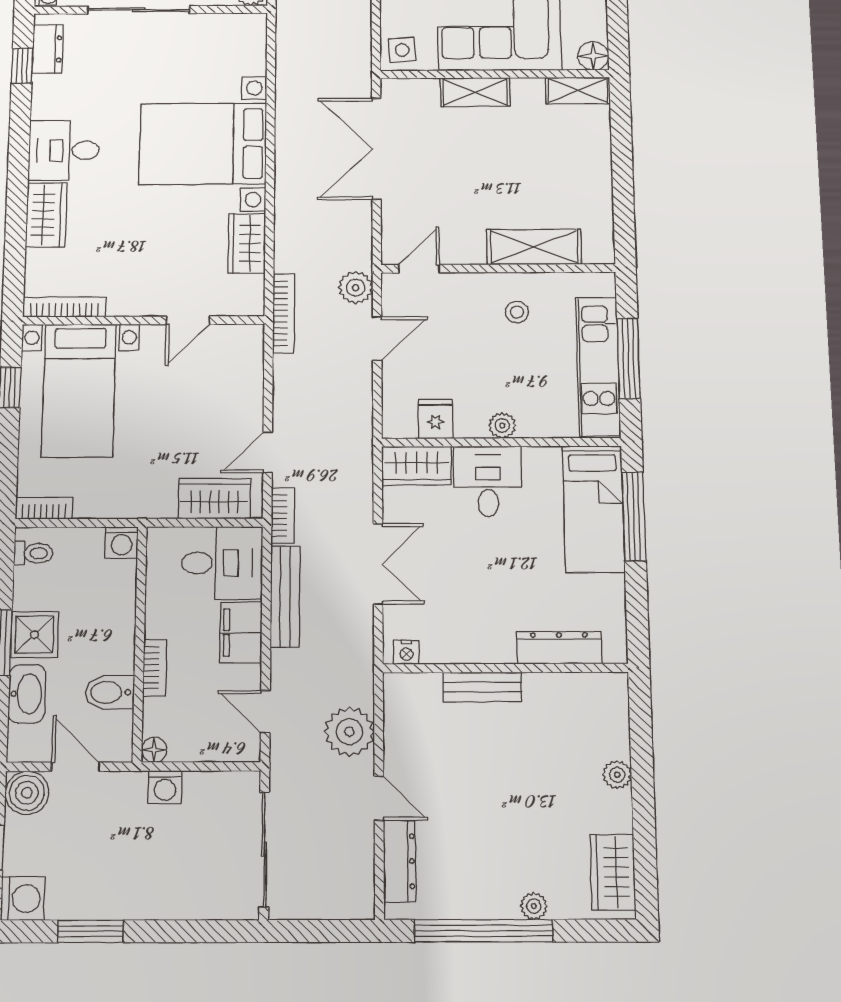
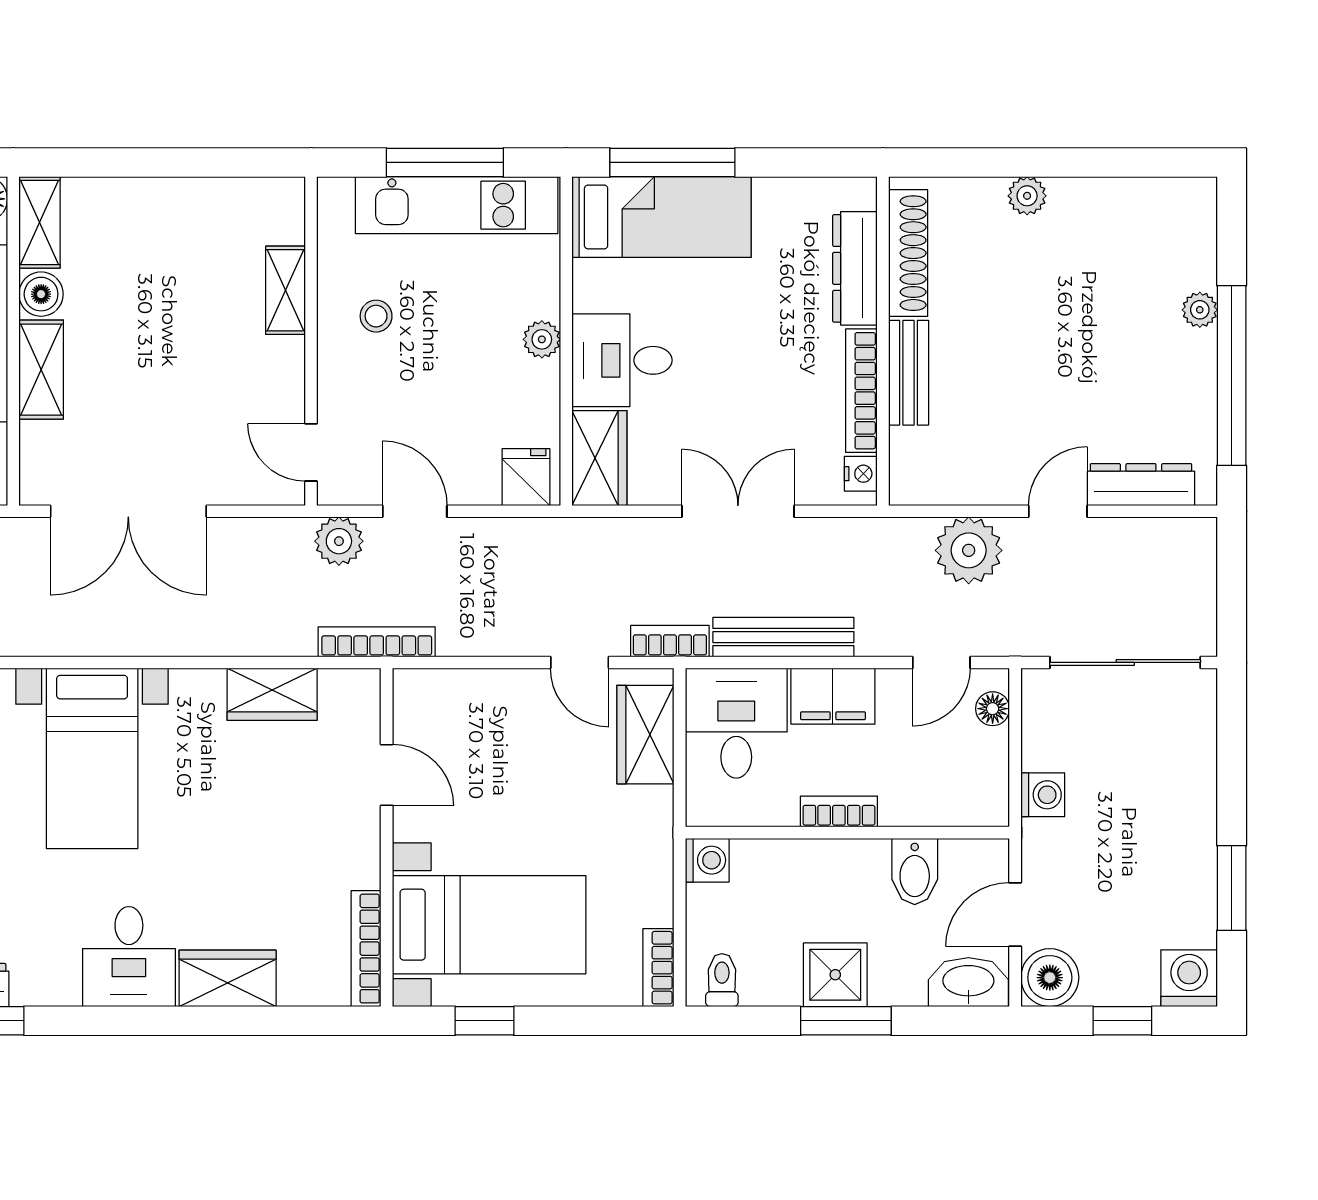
boiler: (528, 92) -> (41, 294), added
bed with nightstands: (203, 144) -> (92, 758), width x0.73
shelving: (534, 247) -> (285, 290), width x0.67, depth x0.75
fridge: (435, 419) -> (526, 477), moved, turned 90
bookcase: (468, 653) -> (861, 391), added
bookcase: (155, 668) -> (839, 812), moved
shoe rack: (572, 686) -> (908, 253), added
washbasin: (27, 694) -> (968, 982), moved
floor lamp: (154, 750) -> (993, 709), moved
wardrobe: (613, 872) -> (1156, 205), removed

